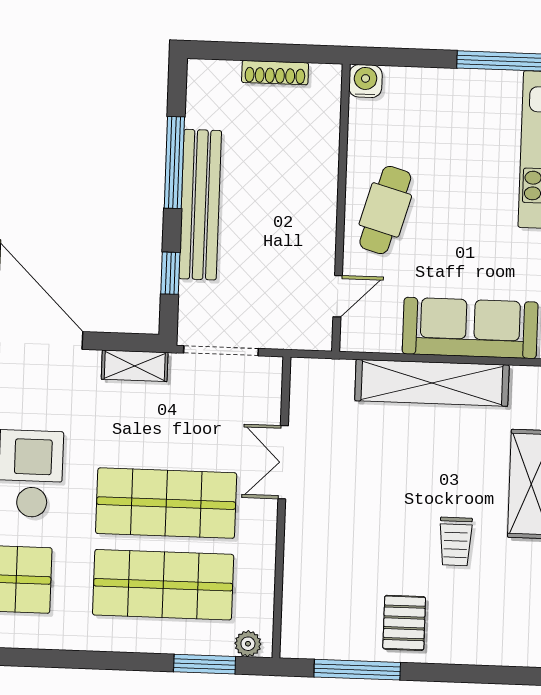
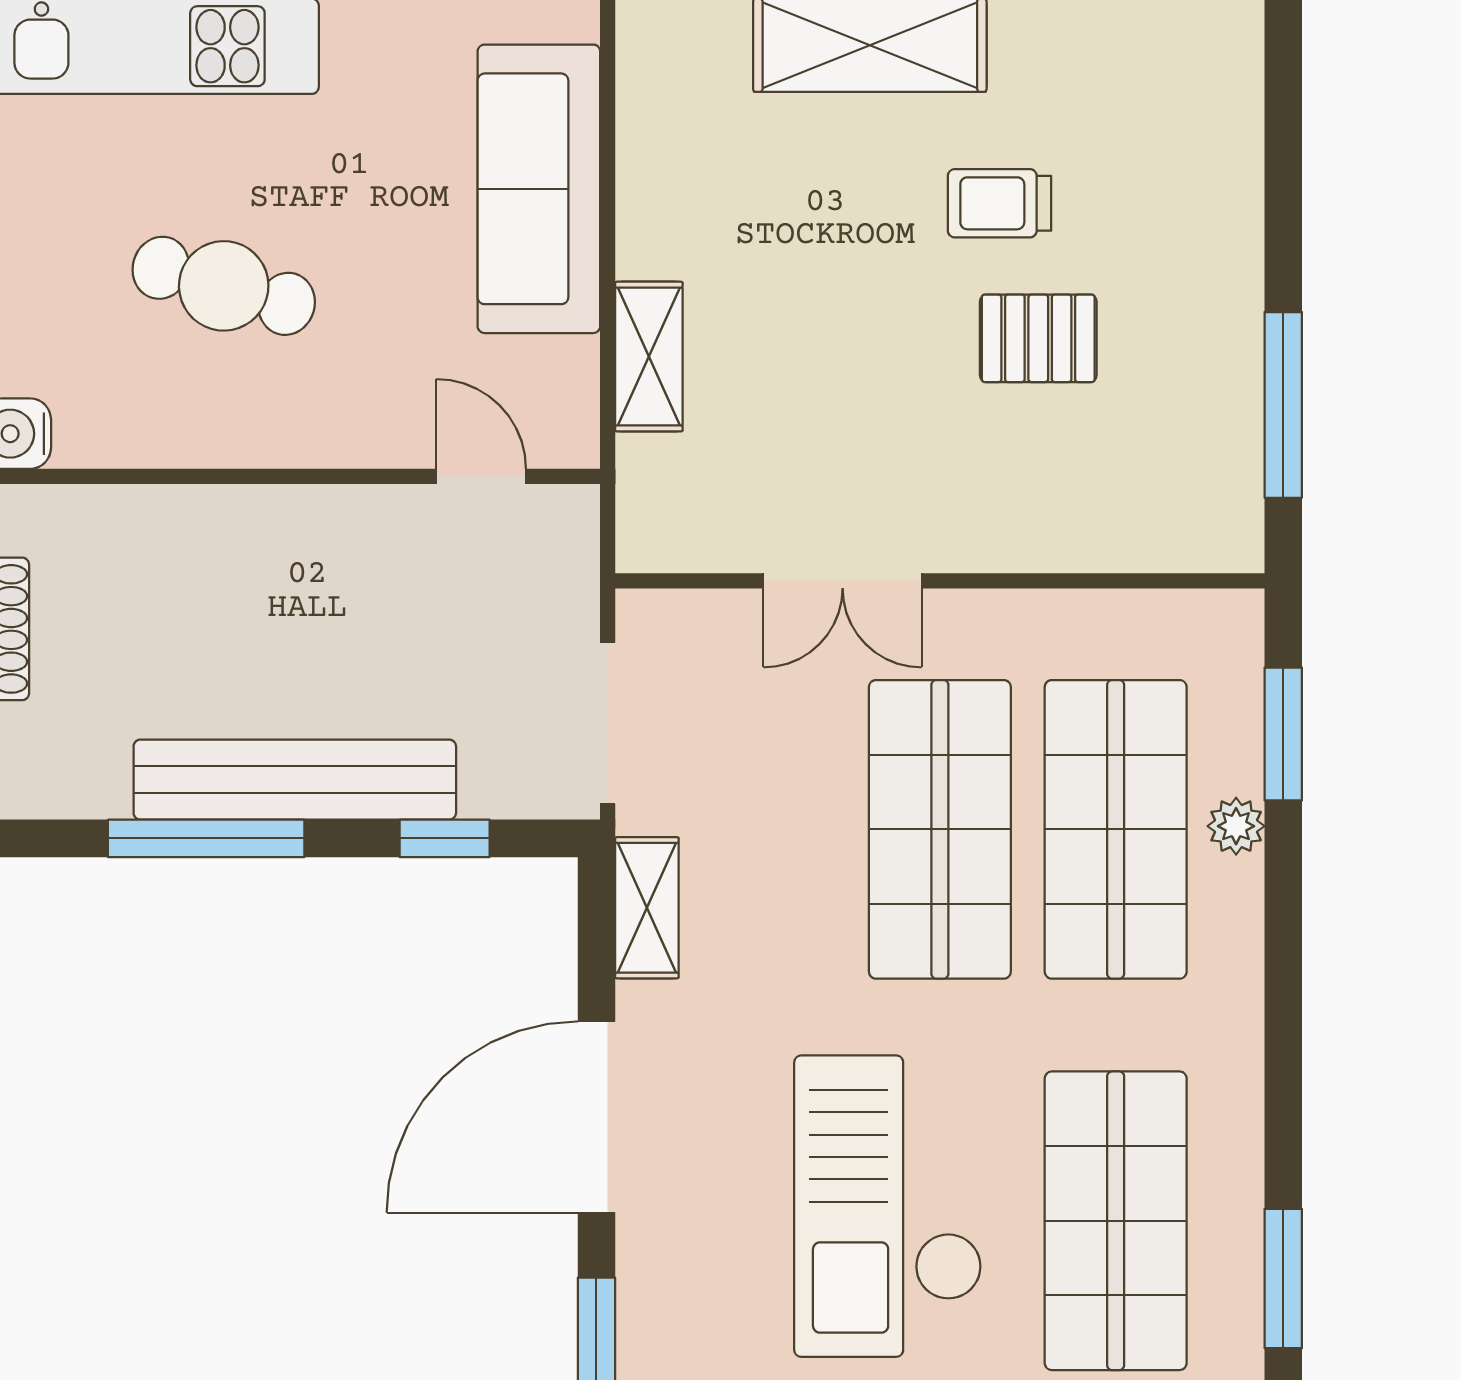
cafe table: (385, 210) -> (224, 286), moved
shelving: (432, 383) -> (649, 357), width x0.45, depth x0.75
trolley: (456, 541) -> (1000, 203), turned 180
pallet: (404, 623) -> (1038, 338), moved
plant: (248, 644) -> (1236, 826), moved

